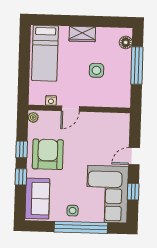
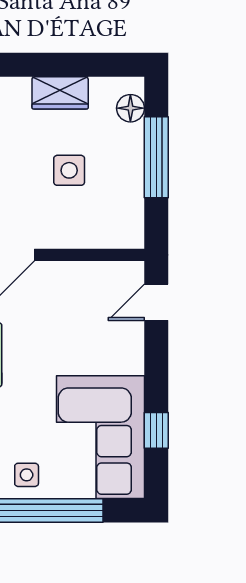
wardrobe: (82, 34) -> (60, 93), moved
door: (134, 156) -> (156, 302), moved

